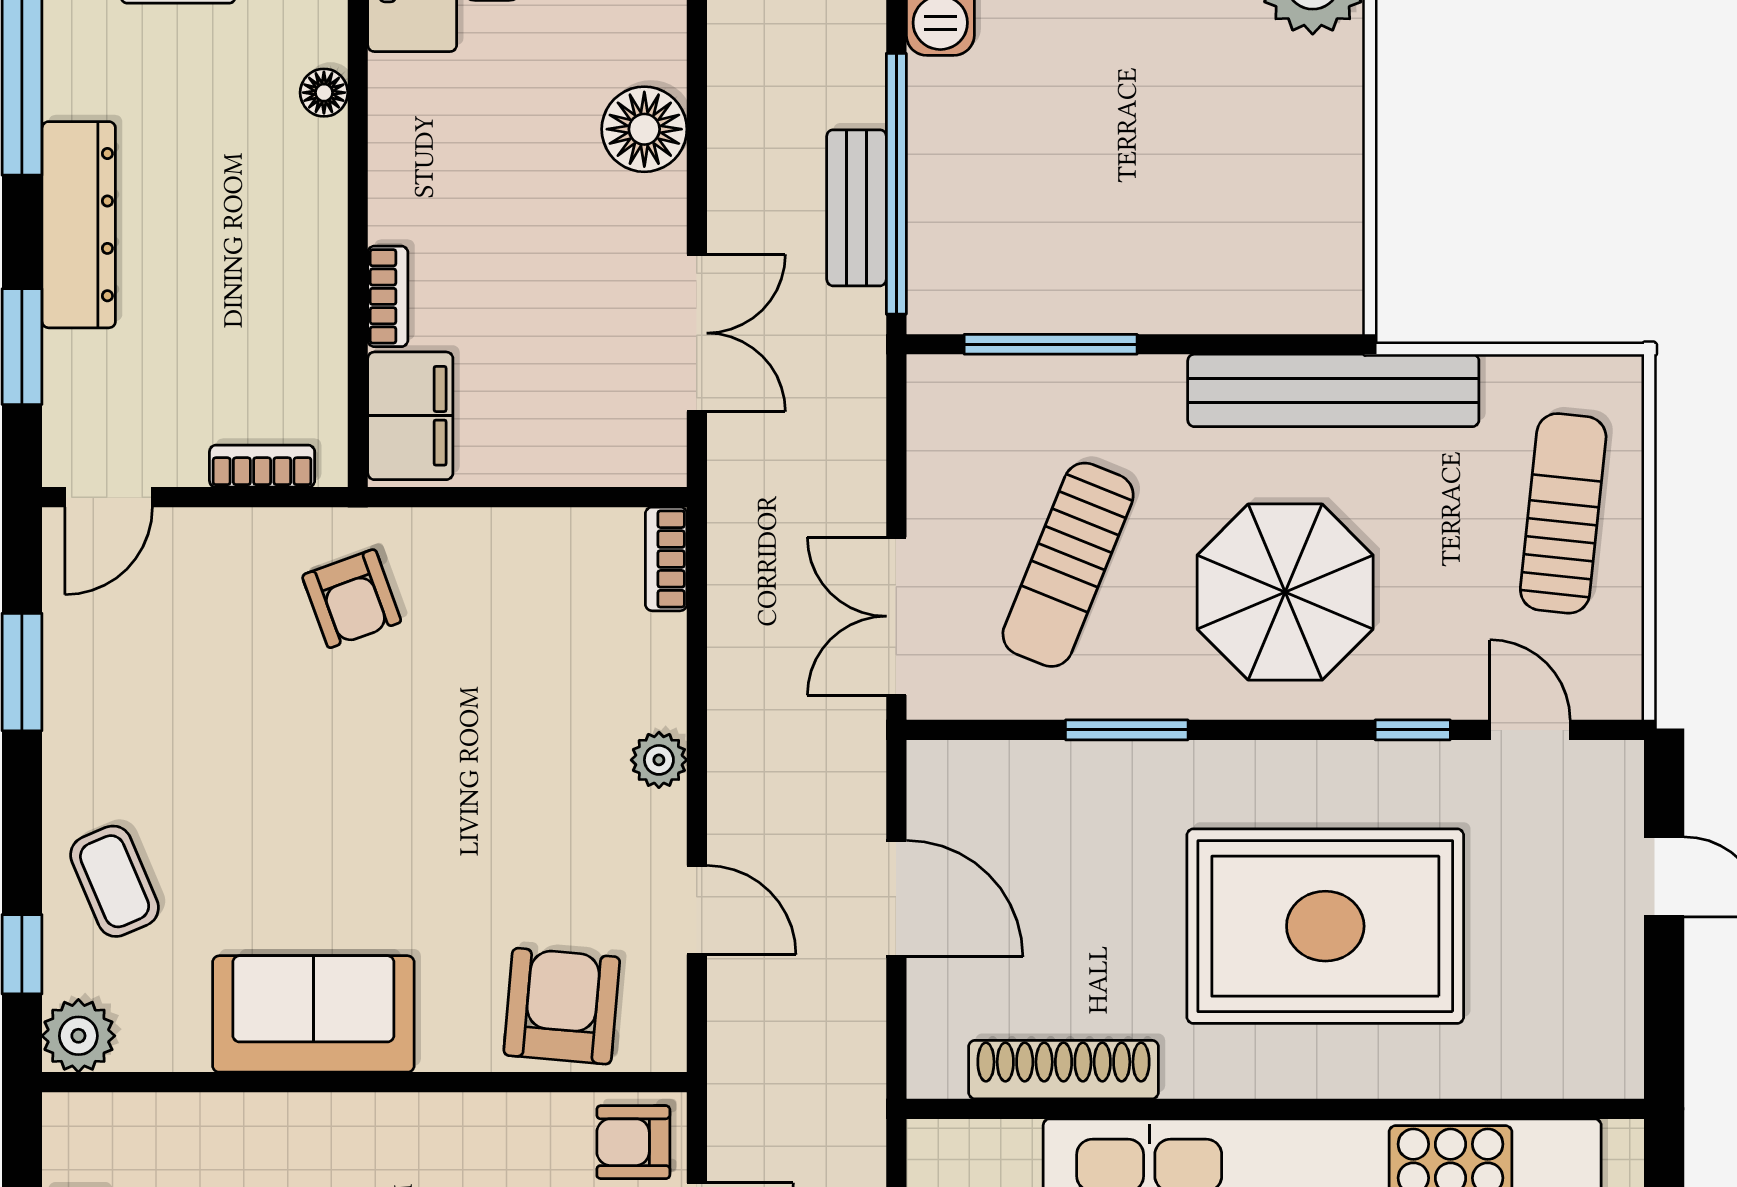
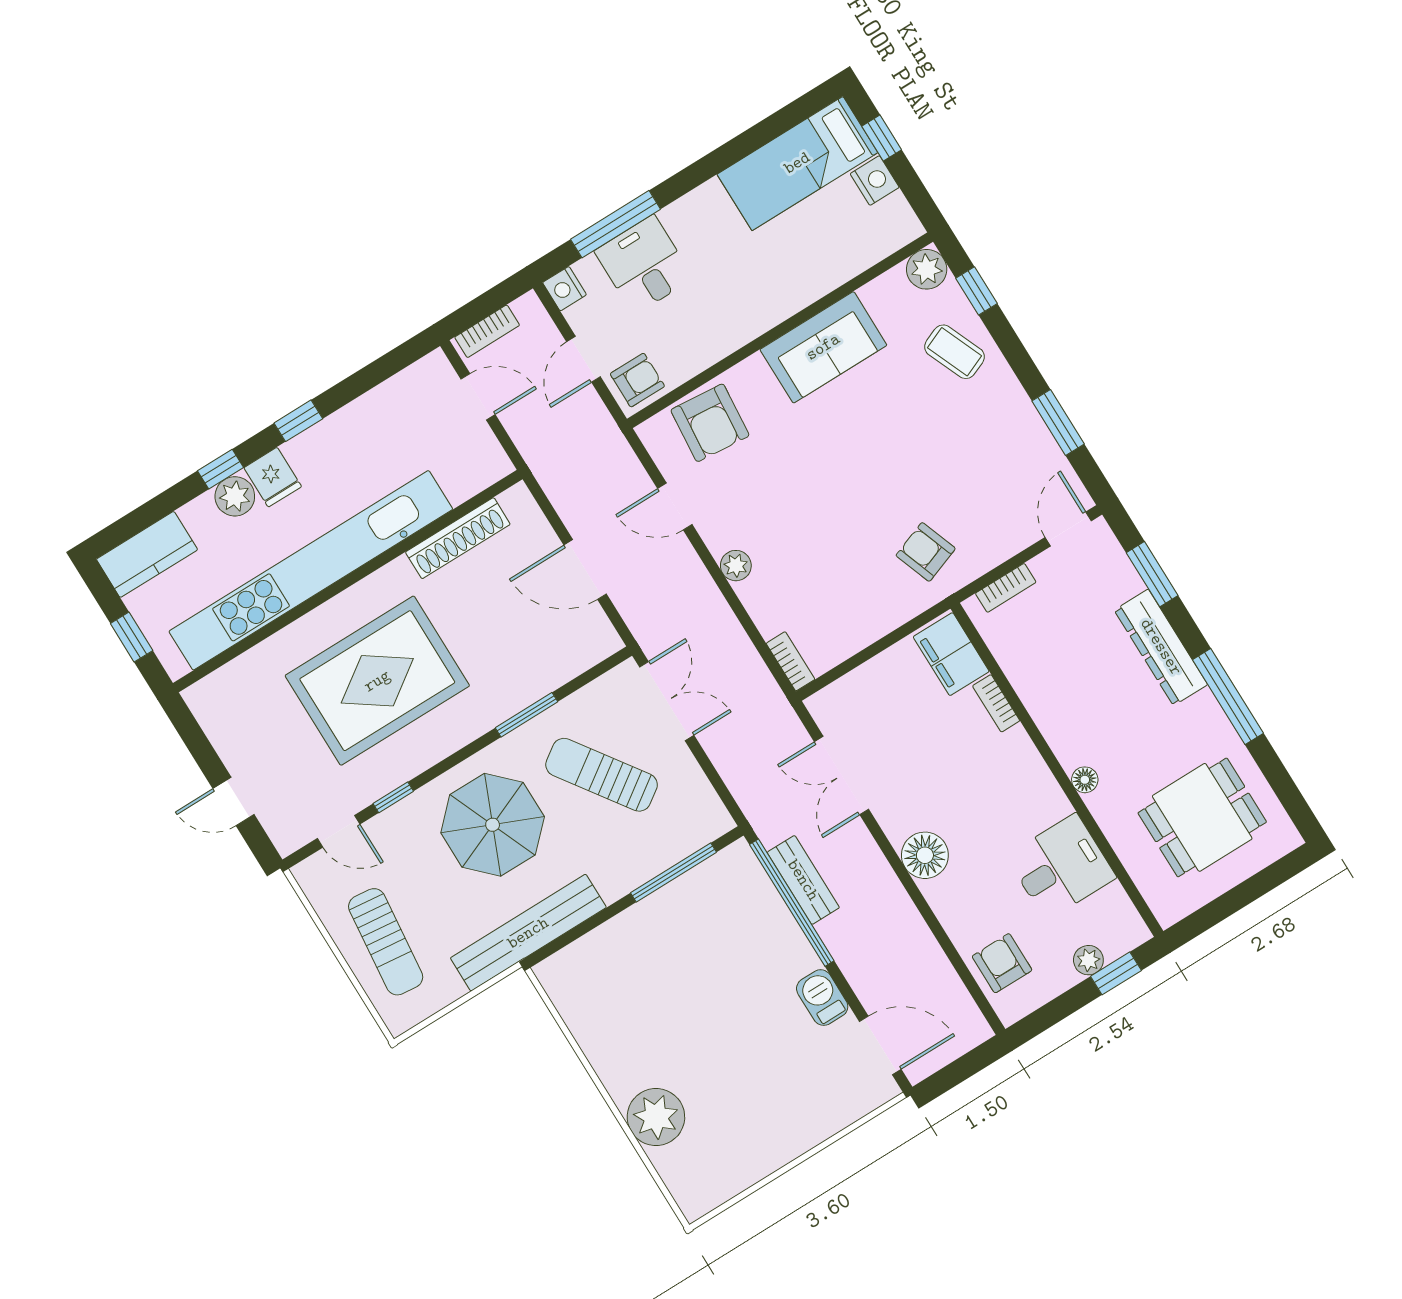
sun lounger: (1068, 565) -> (602, 775), turned -57

